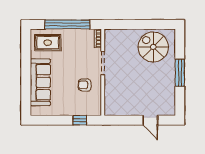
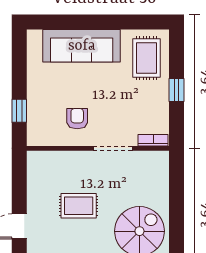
window: (67, 24) -> (177, 90), width x0.32
rug: (138, 84) -> (79, 206), added

